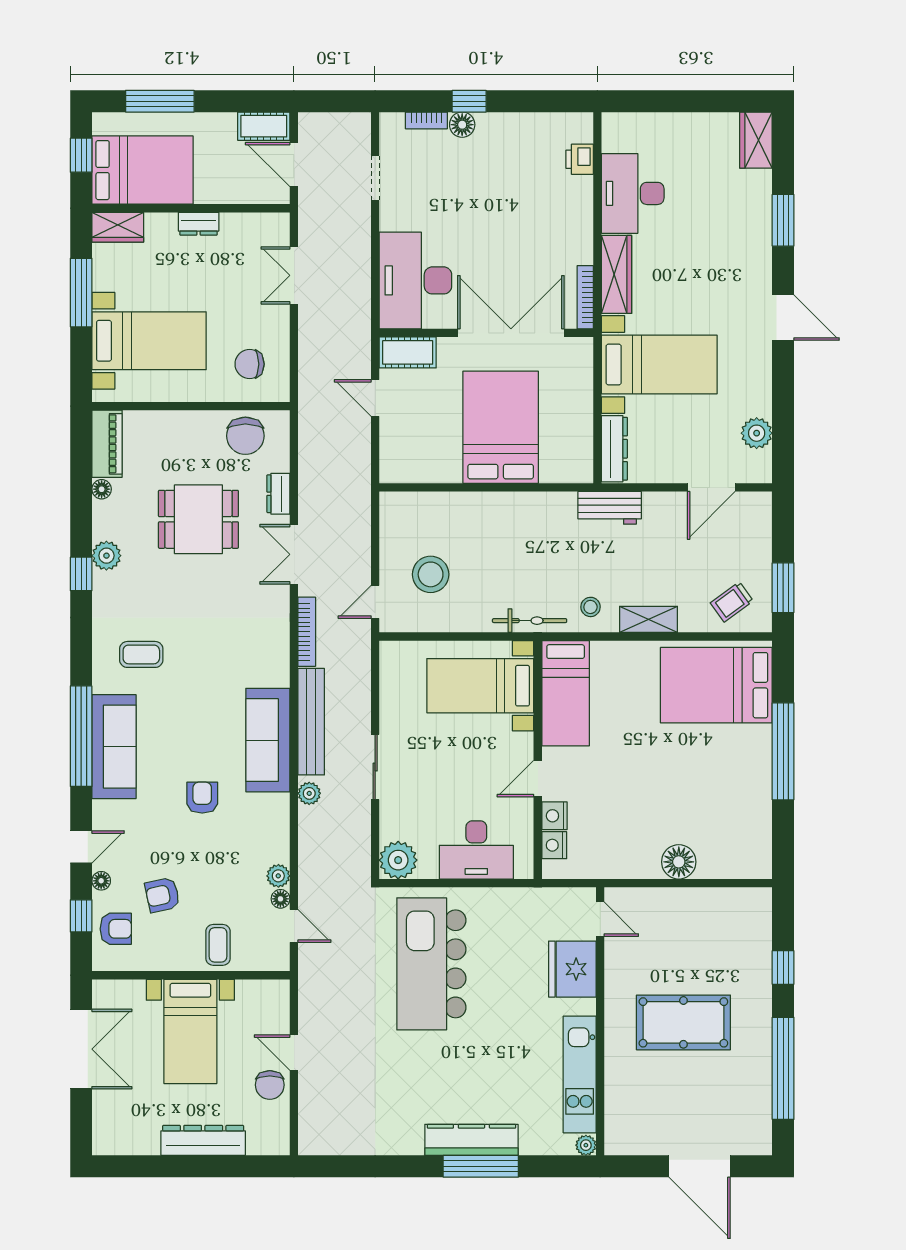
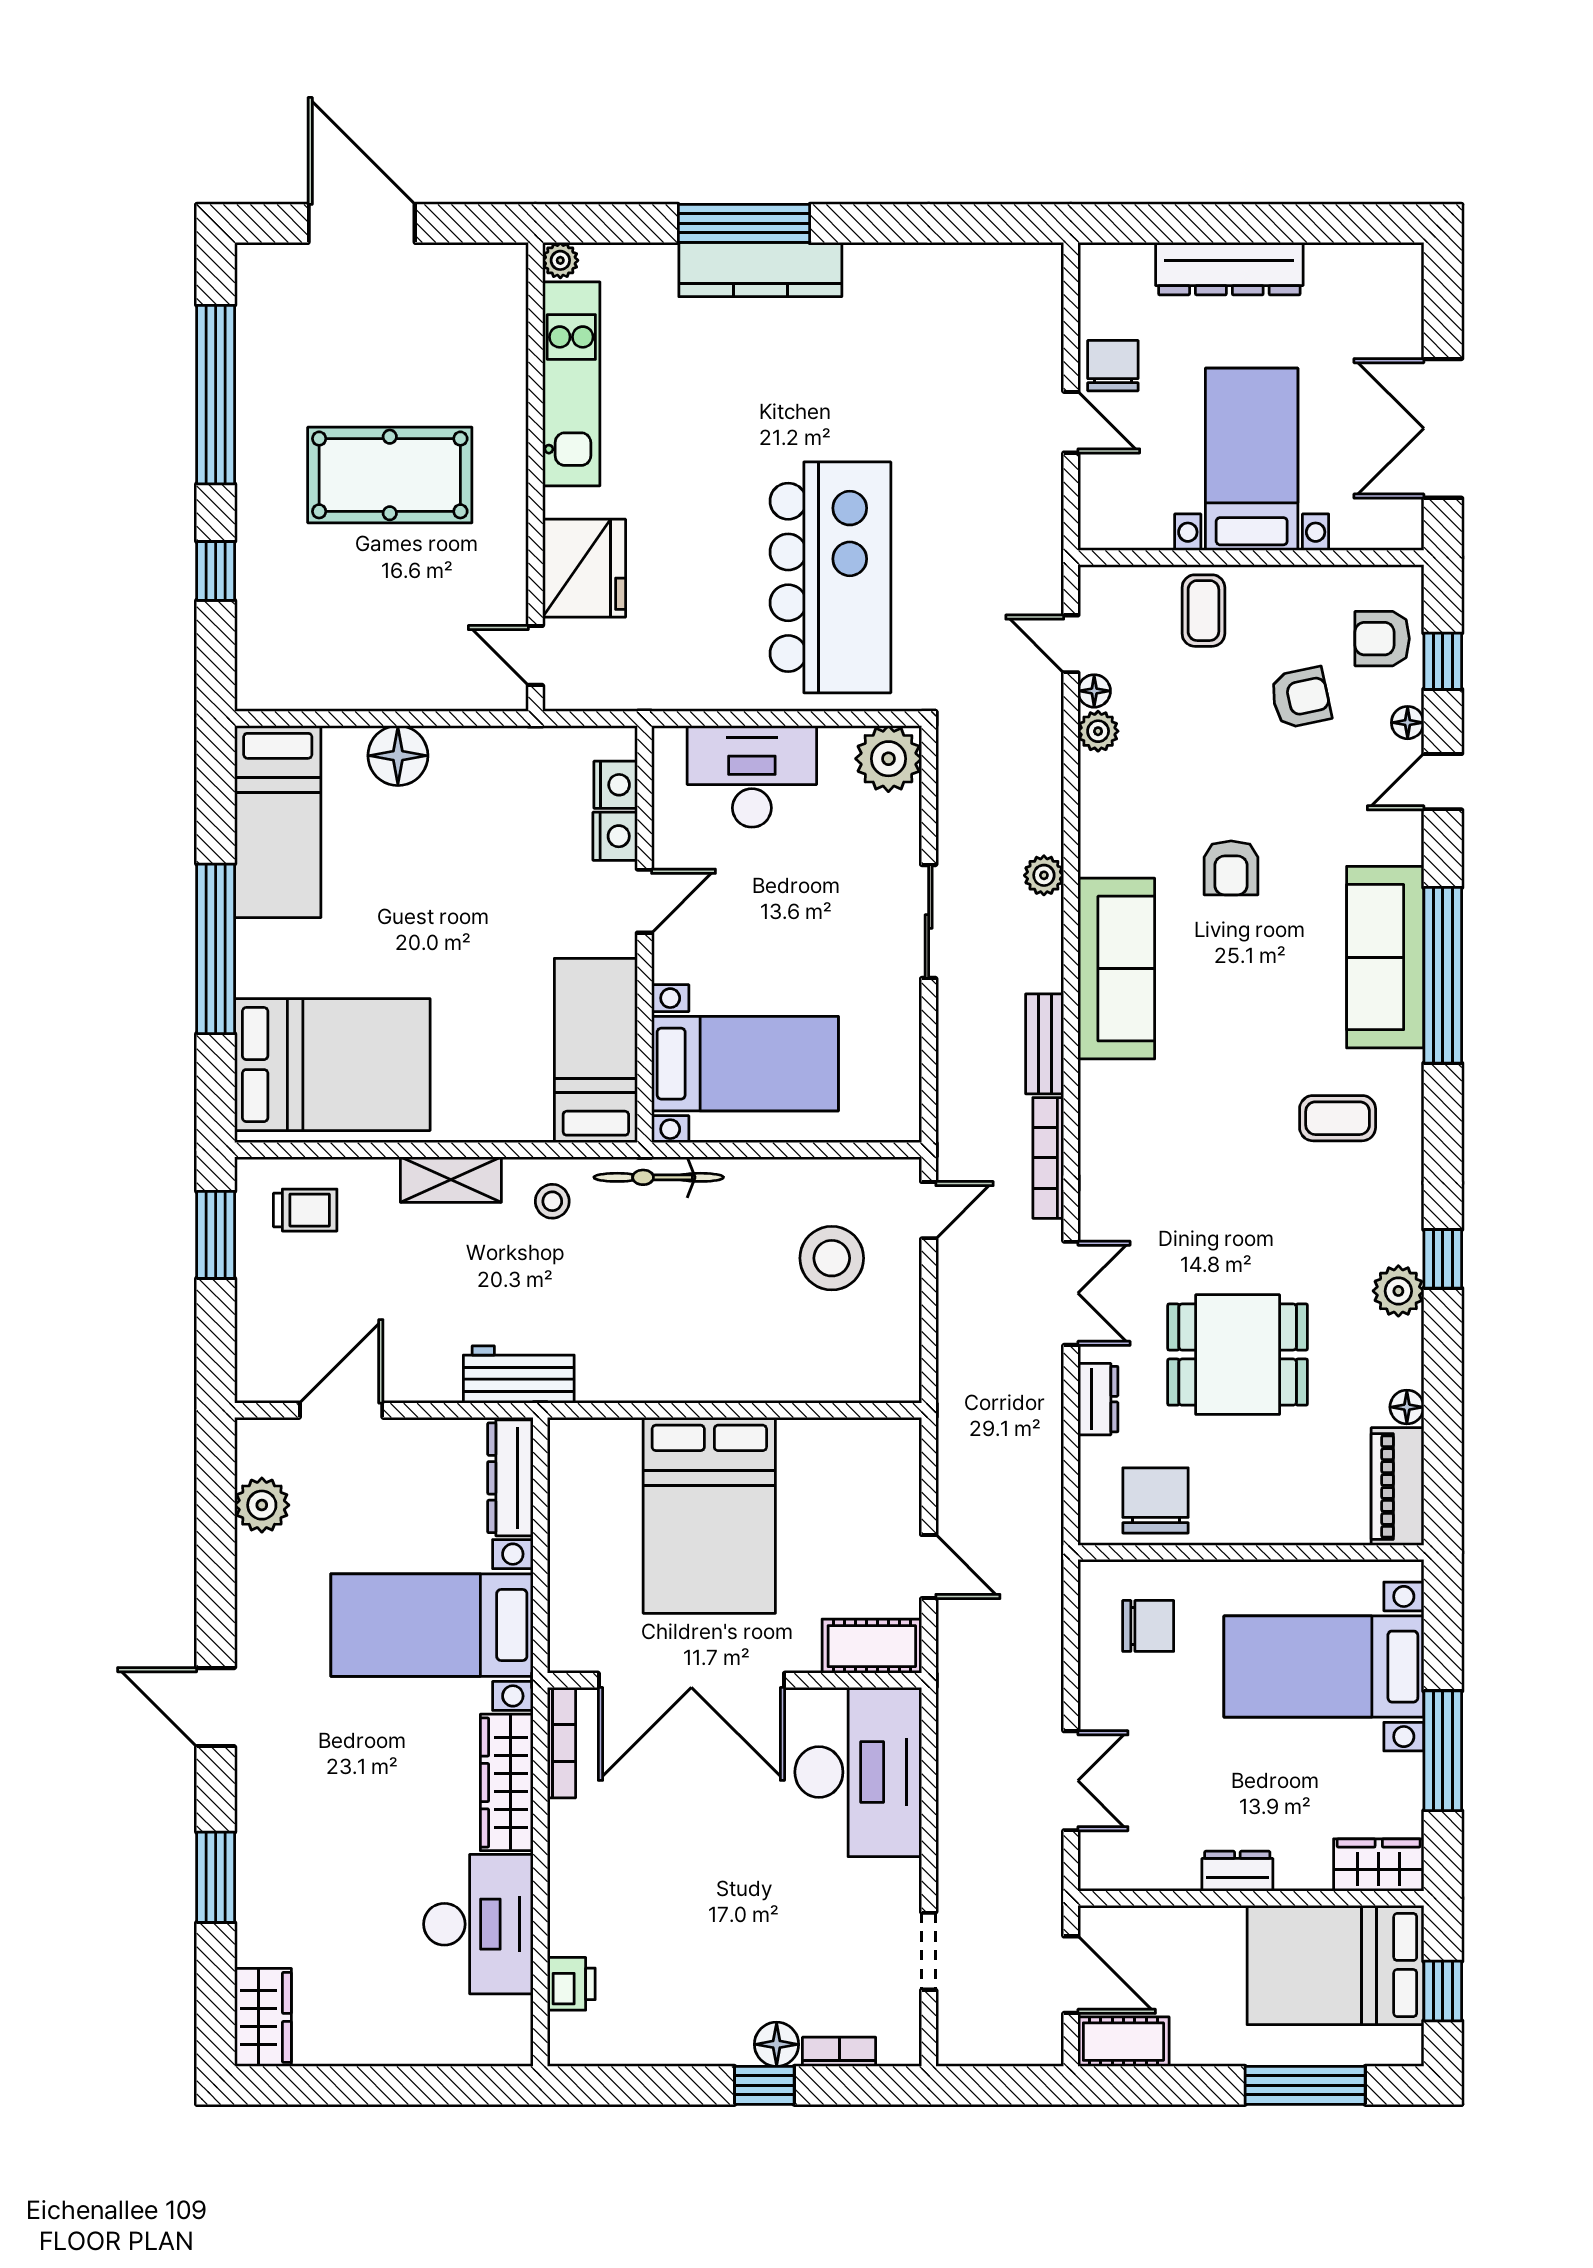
trolley: (732, 602) -> (305, 1210), turned 36
bench: (311, 722) -> (1045, 1044), width x0.54, depth x0.82
bed: (748, 824) -> (278, 822), added

